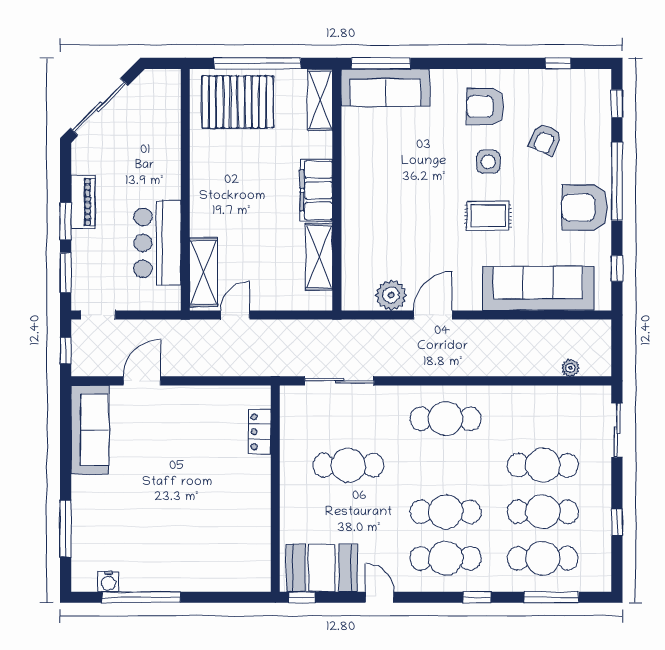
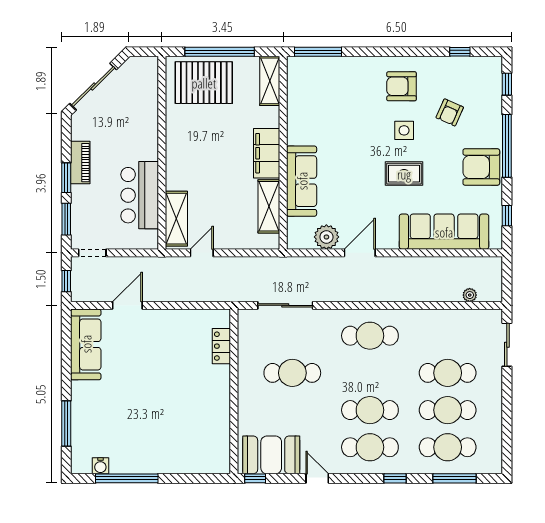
sofa: (385, 88) -> (302, 181), moved, turned -90
window: (617, 522) -> (507, 419), removed

